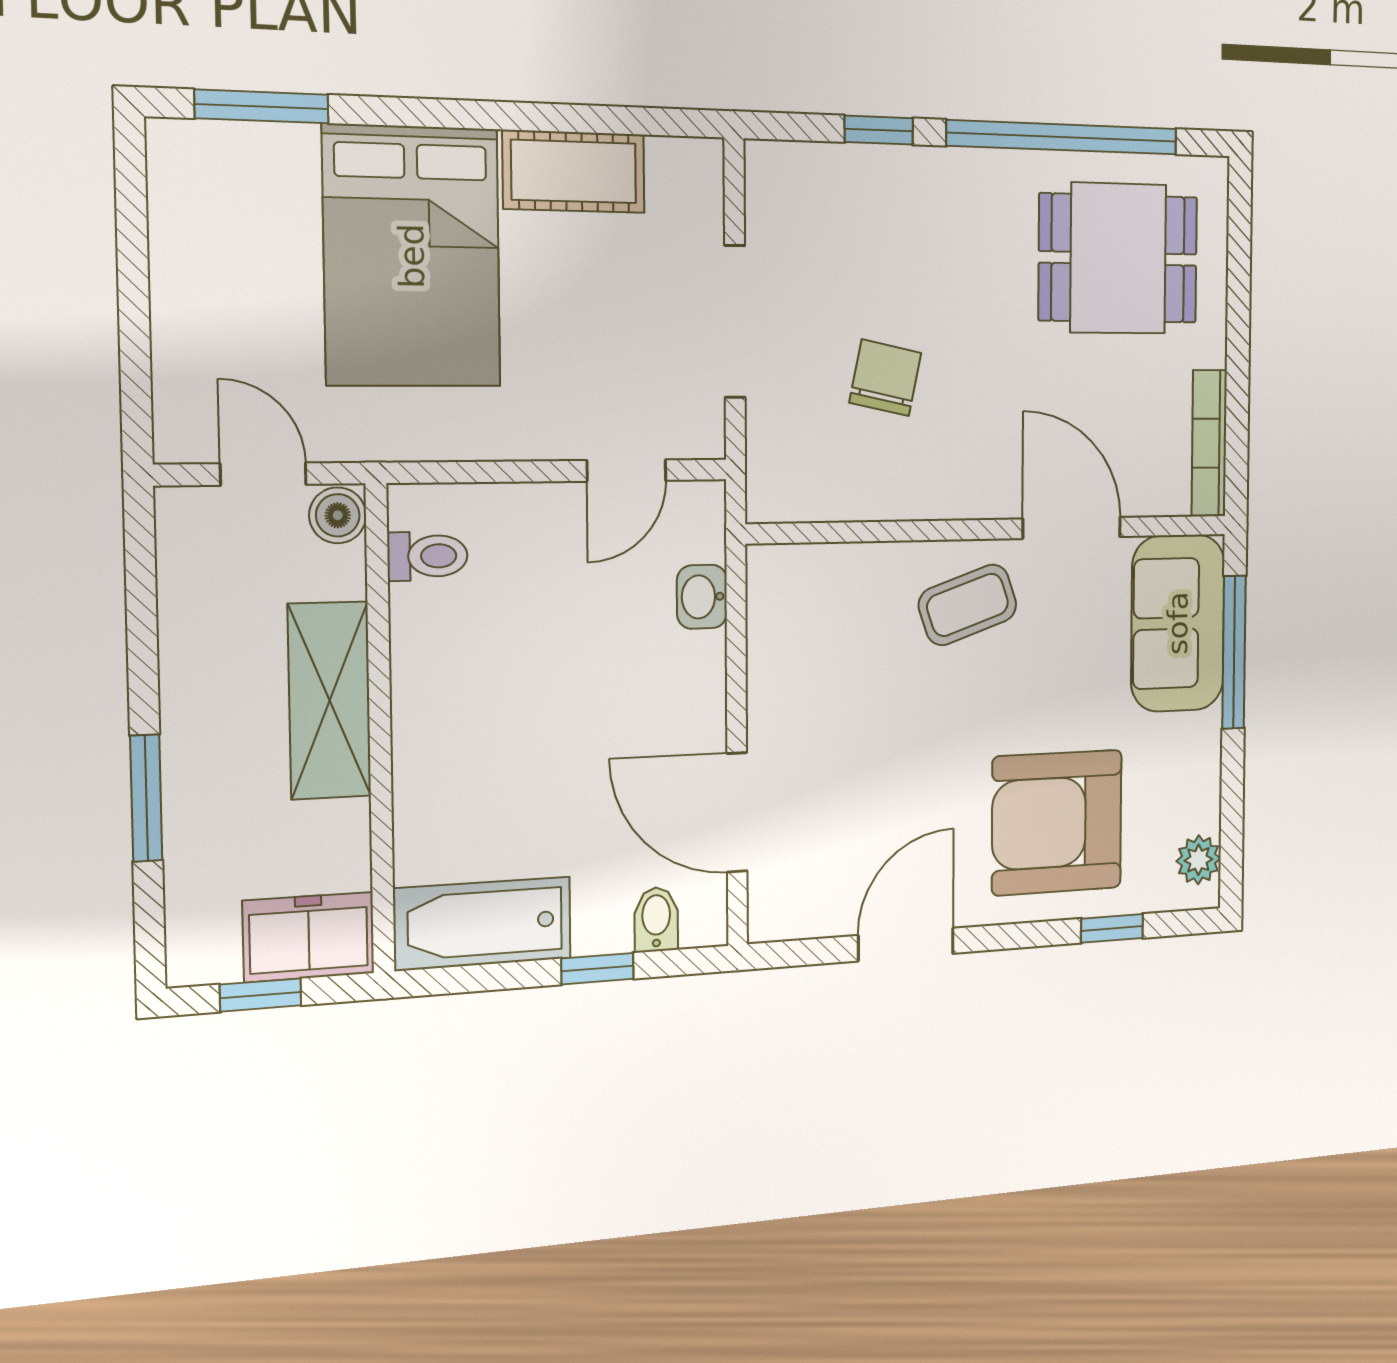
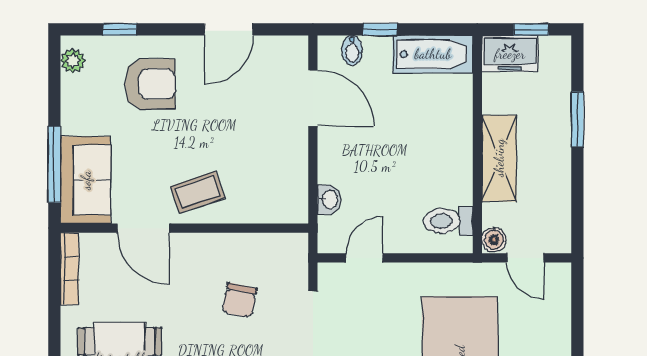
toilet: (427, 556) -> (448, 221), width x1.37, depth x1.39
armchair: (1057, 822) -> (150, 84), width x0.73, depth x0.73

